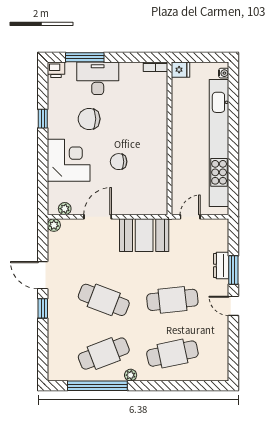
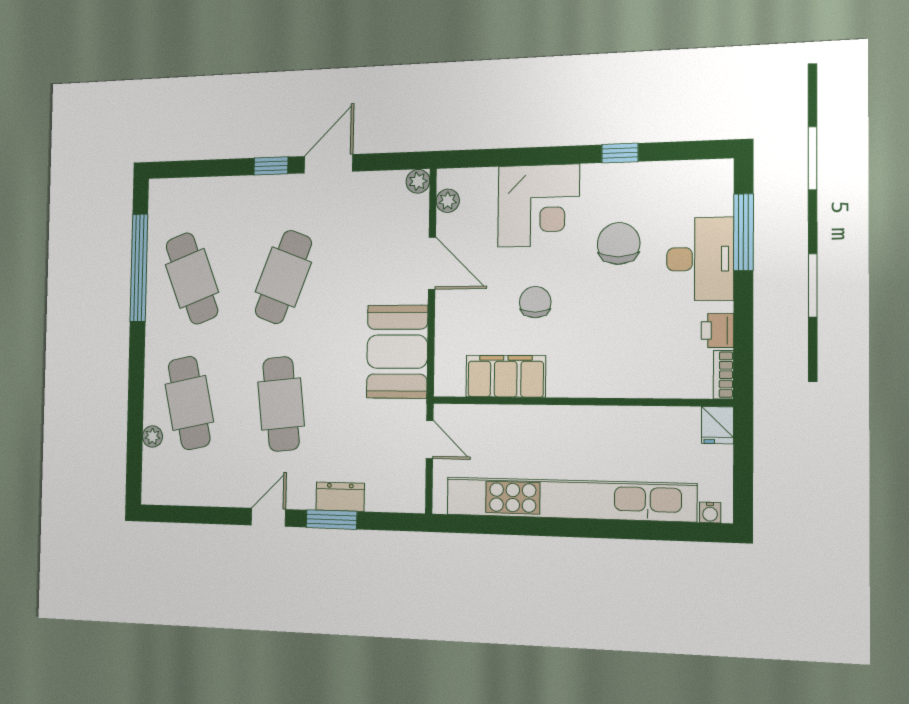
printer: (56, 70) -> (717, 330), moved
filing cabinet: (157, 177) -> (506, 376), added
plant: (131, 375) -> (152, 437), moved

